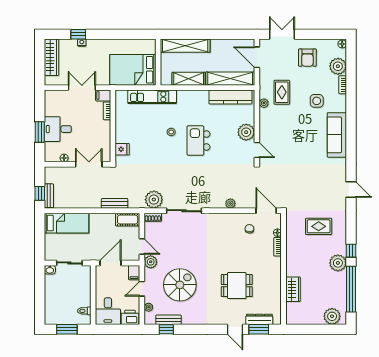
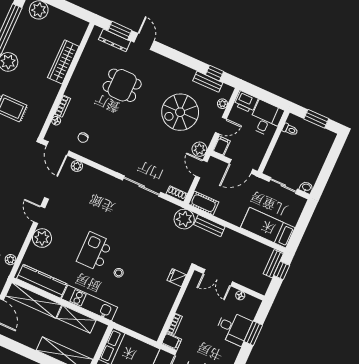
kitchen unit: (152, 97) -> (90, 303), moved
kitchen island: (199, 141) -> (95, 251), turned 180
plant: (154, 200) -> (184, 219), moved
plant: (230, 203) -> (77, 166), moved
wardrobe: (293, 289) -> (63, 62), width x1.50

